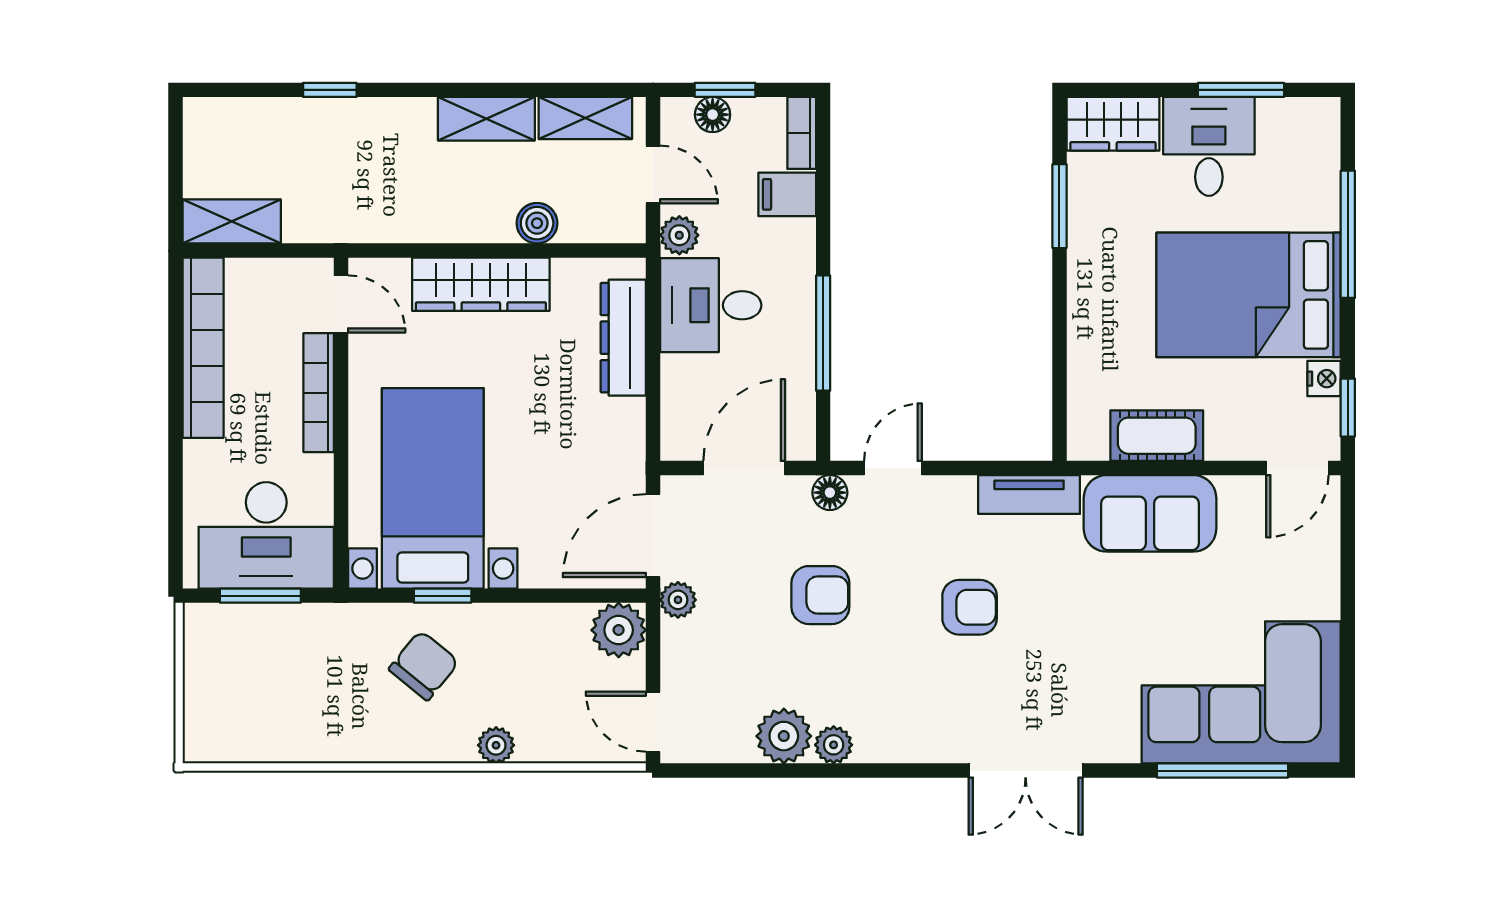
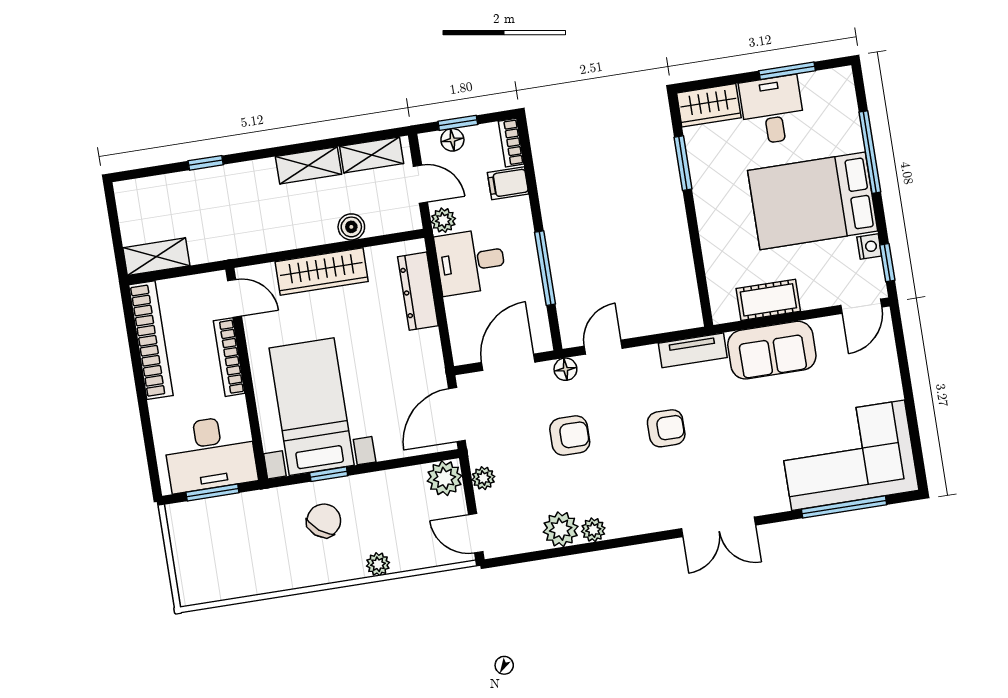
plant: (678, 600) -> (483, 478), moved

